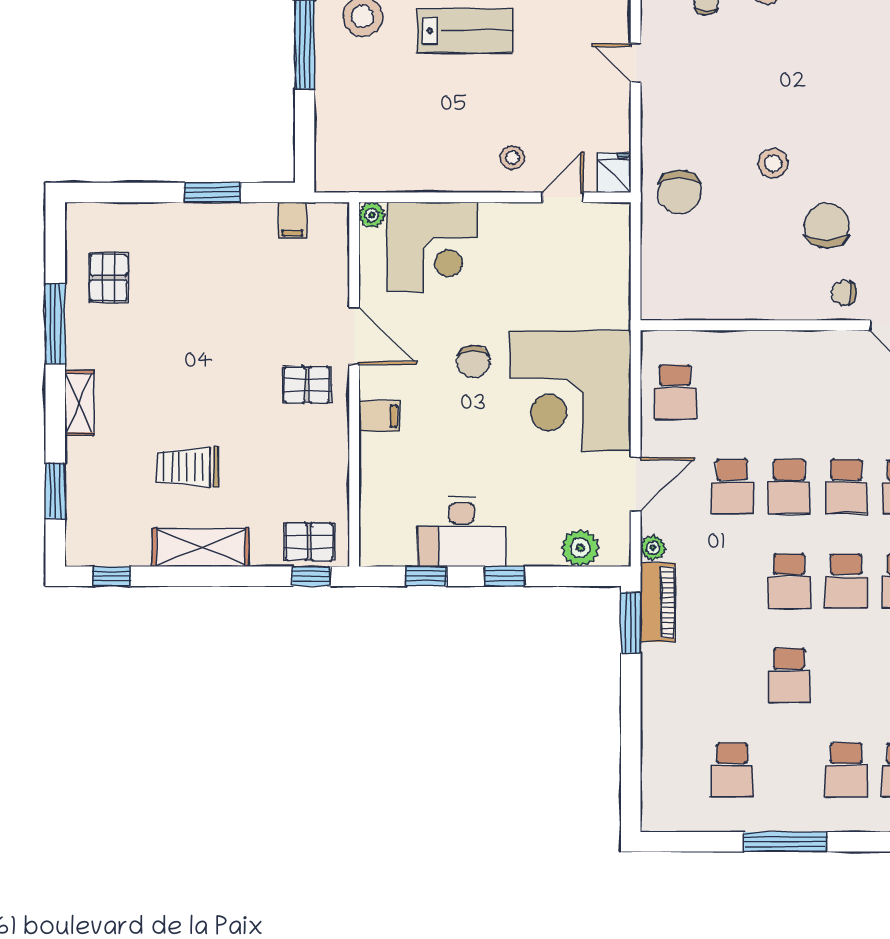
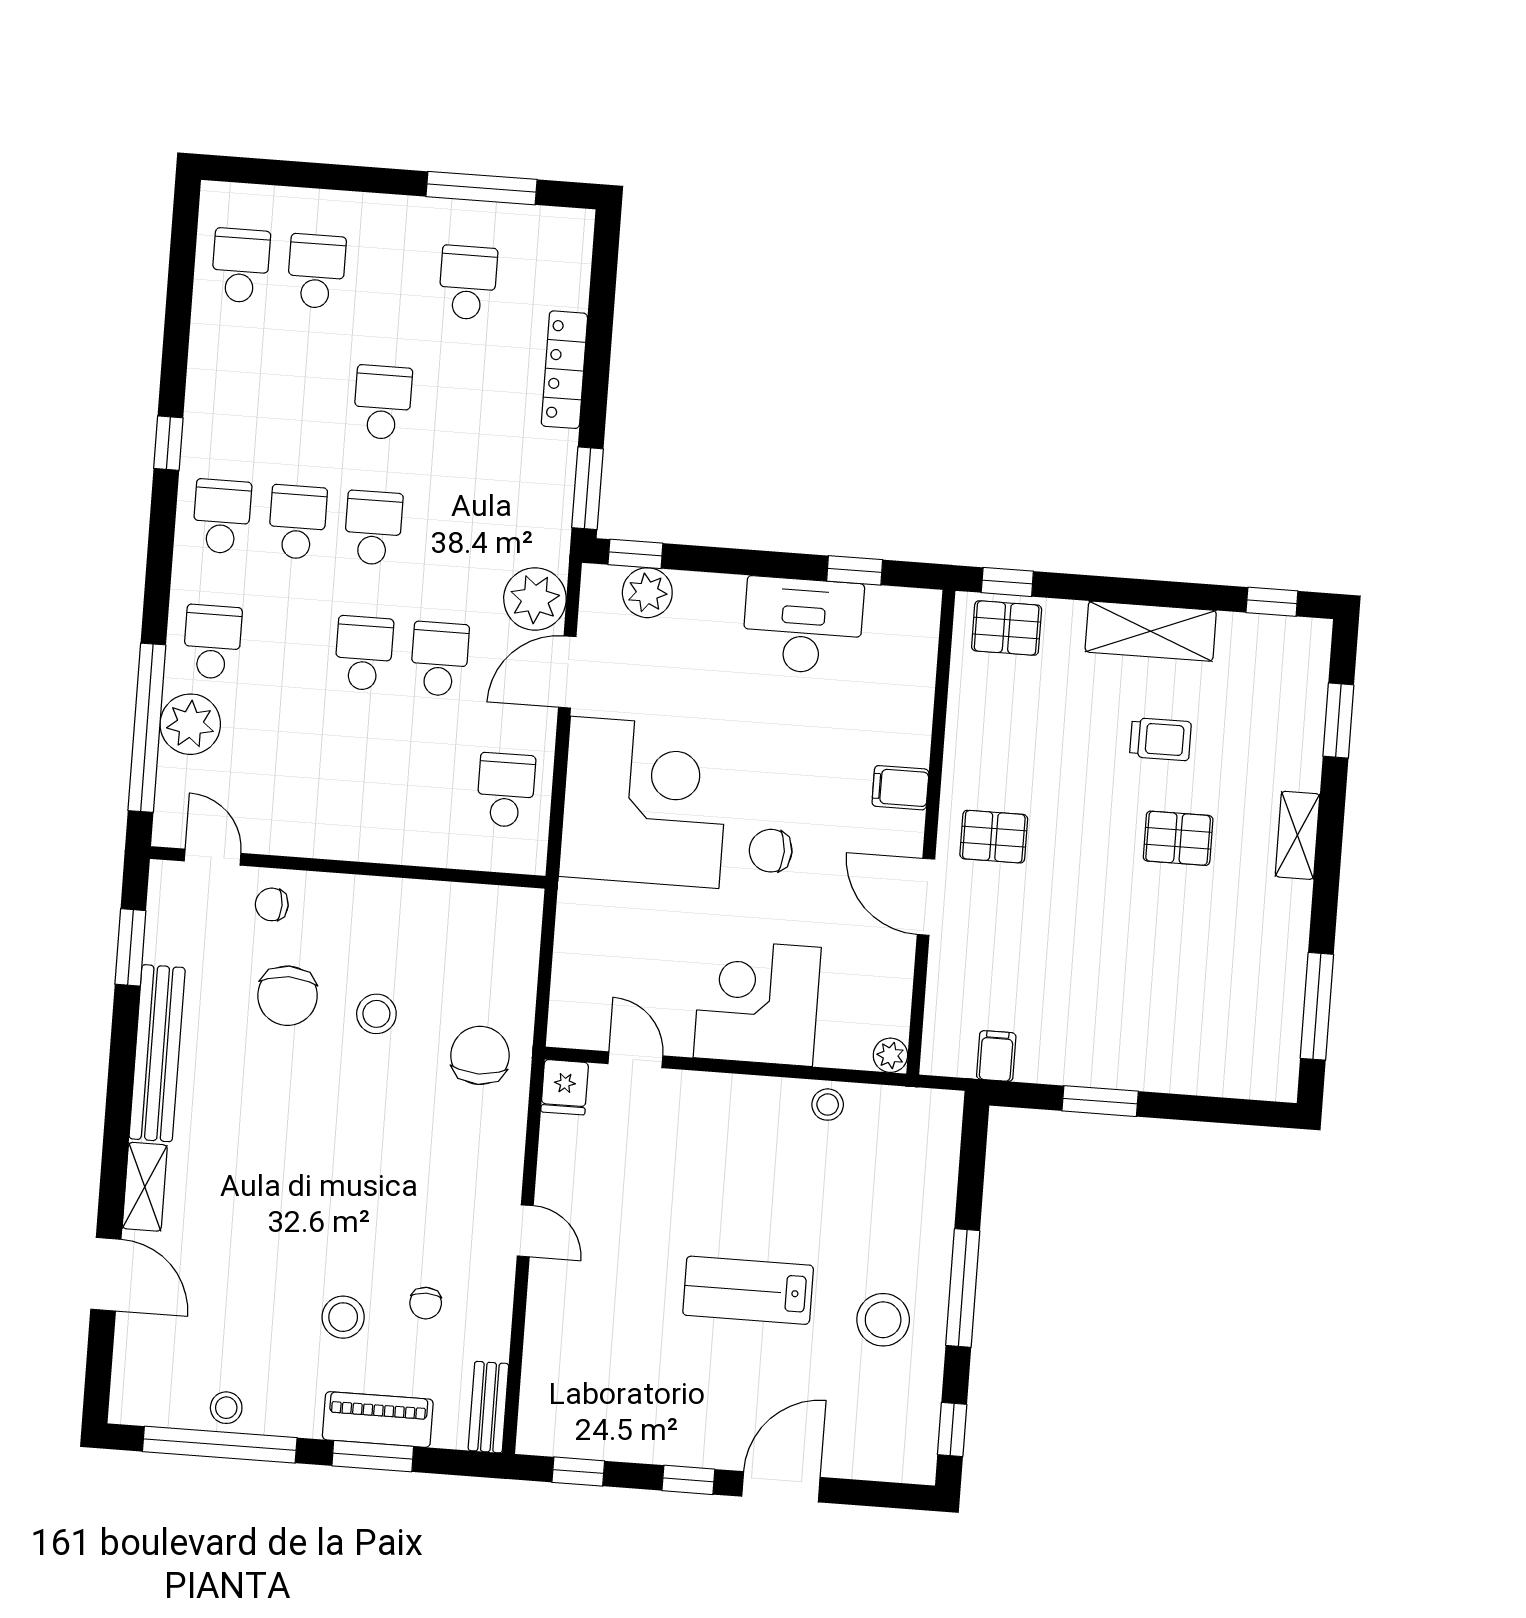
stool: (512, 157) -> (828, 1105), moved
stool: (773, 163) -> (376, 1014), moved
door: (563, 197) -> (635, 1060), swing flipped
corner desk: (432, 247) -> (757, 1003), moved
pallet: (109, 278) -> (1178, 838), moved, turned 90
chair: (844, 293) -> (272, 904), turned 180
window: (55, 324) -> (1317, 1006), moved
chair: (473, 362) -> (771, 851), turned -90
trolley: (187, 467) -> (1160, 739), width x0.73, depth x0.72
school desk: (846, 487) -> (288, 648), removed
plant: (653, 548) -> (535, 599), width x1.88, depth x1.88
window: (505, 576) -> (635, 554), moved
piano: (658, 602) -> (549, 513), removed
locker: (655, 710) -> (564, 370), added
window: (785, 842) -> (482, 188), moved

